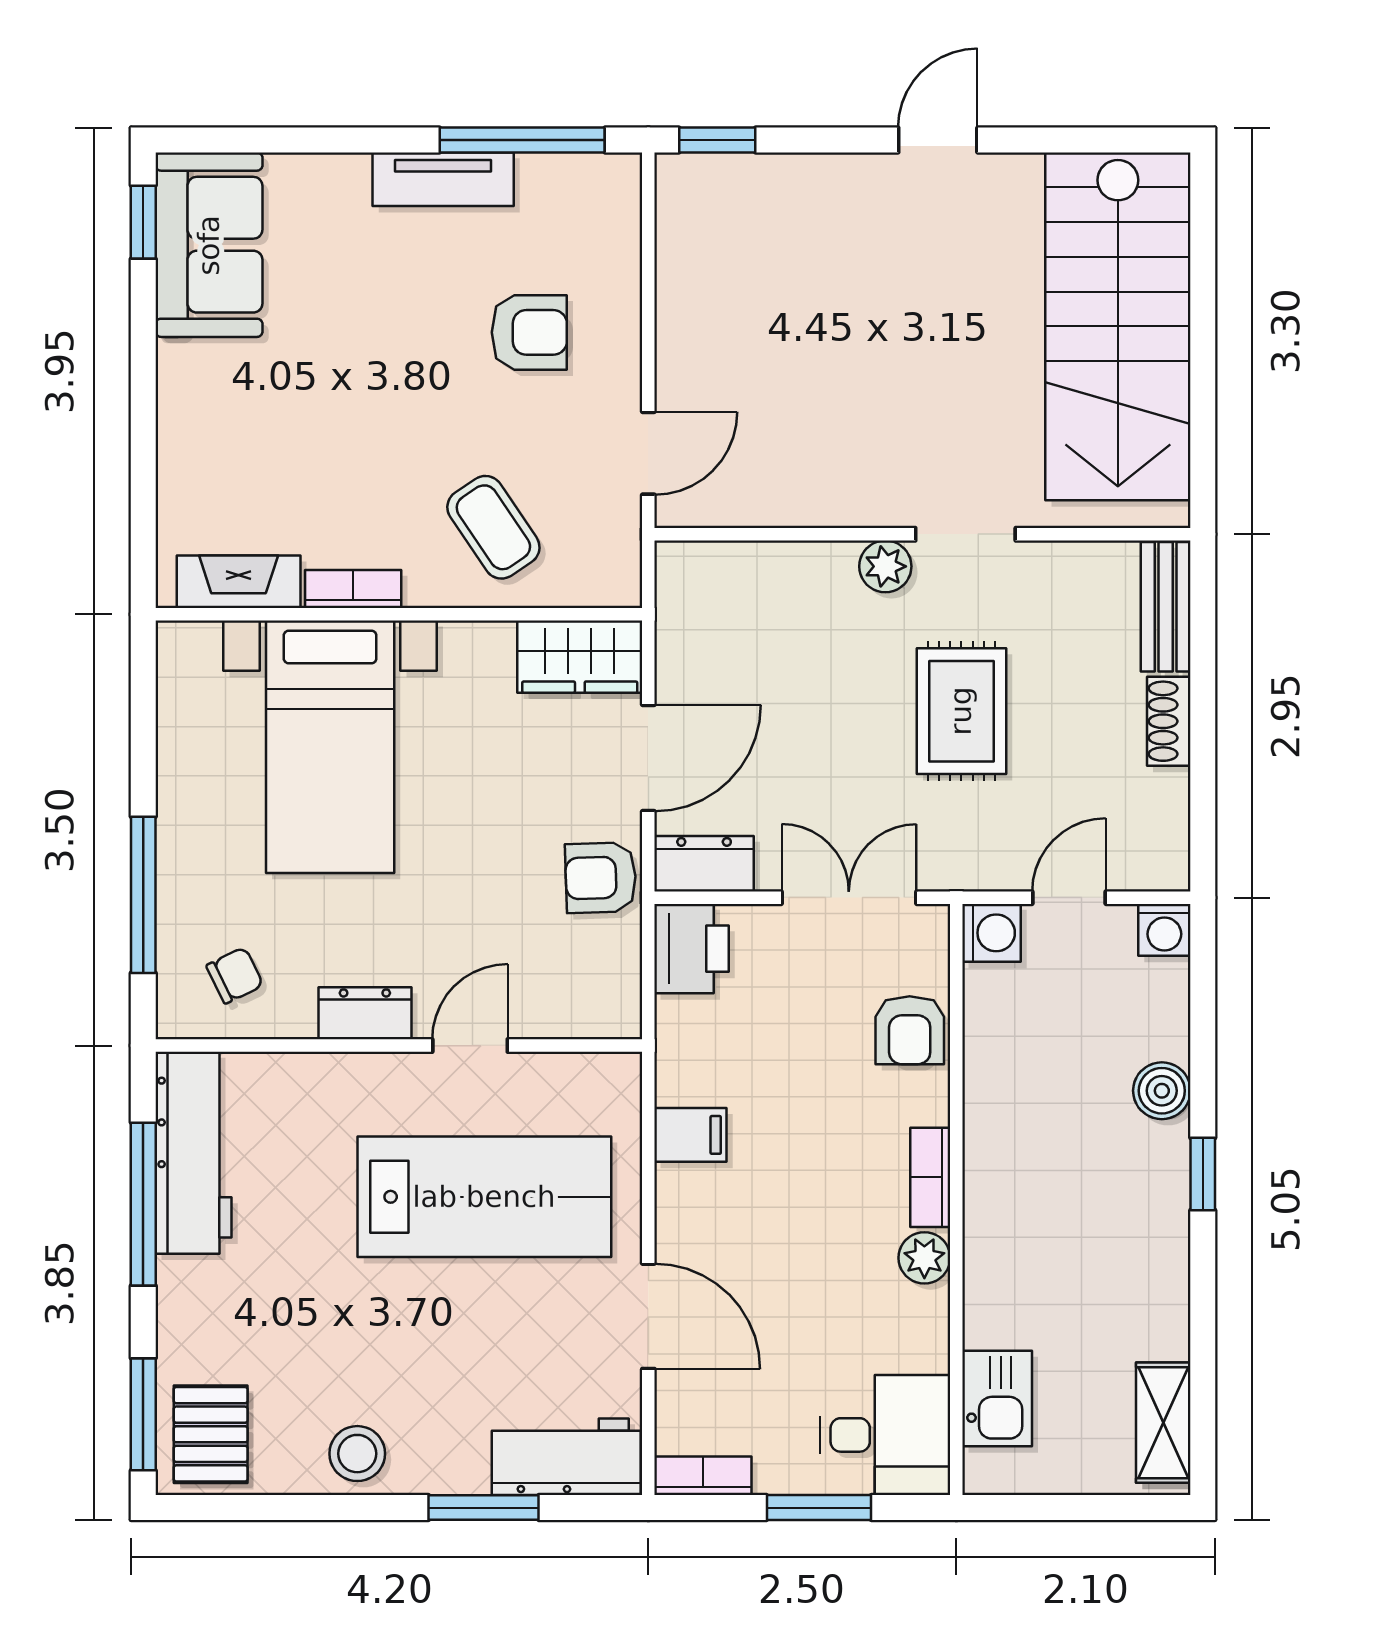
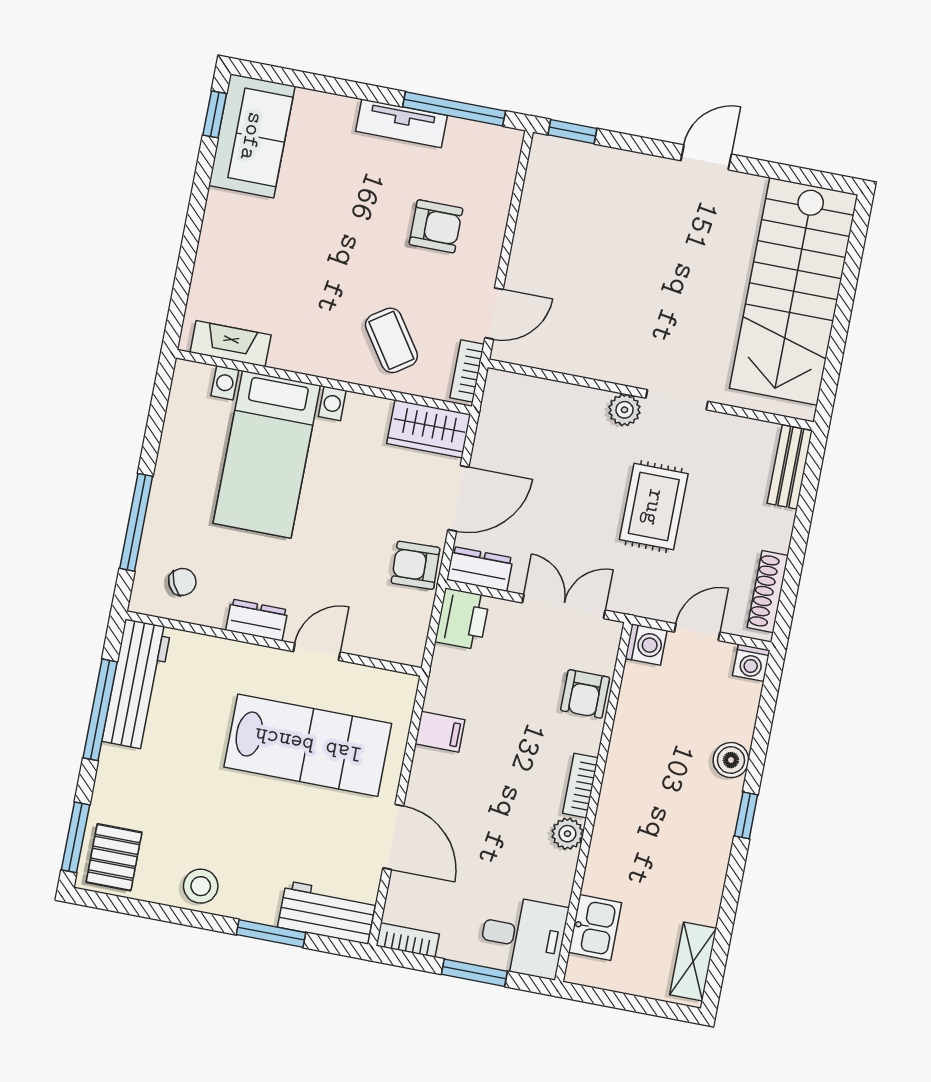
bookcase: (353, 589) -> (467, 371), moved, turned -90
shoe rack: (1169, 721) -> (768, 592), moved, width x1.43

